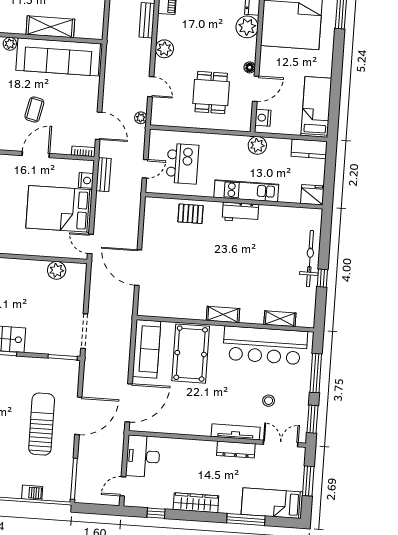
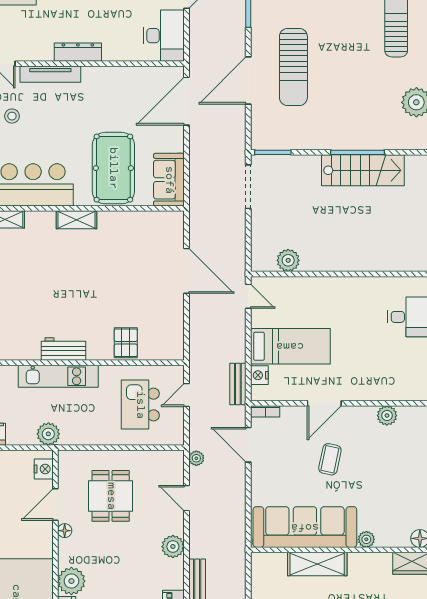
bed: (59, 209) -> (290, 346), width x0.67
pallet: (191, 214) -> (126, 343), turned 90
sofa: (147, 349) -> (169, 180), width x0.73
dresser: (236, 450) -> (78, 52), moved

